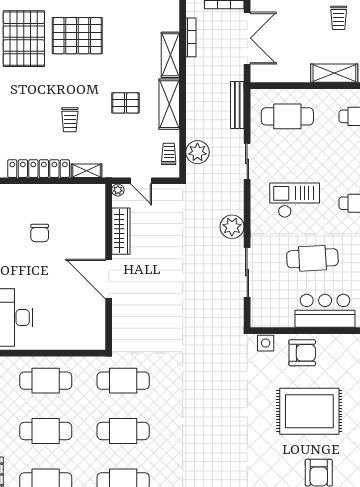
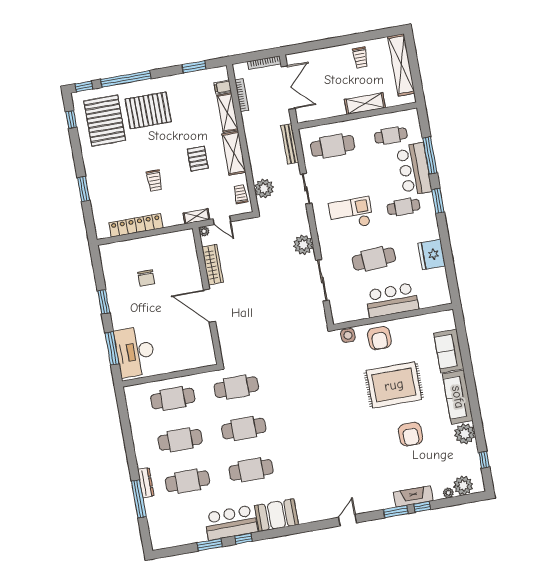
filing cabinet: (170, 24) -> (223, 87), added
pallet: (126, 103) -> (198, 159), turned 90
shelving: (87, 171) -> (196, 216), moved
armchair: (302, 353) -> (379, 338), turned 90

